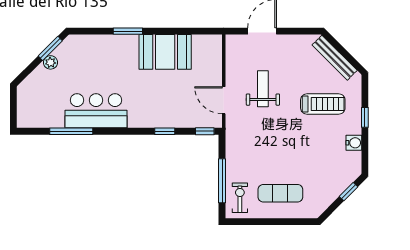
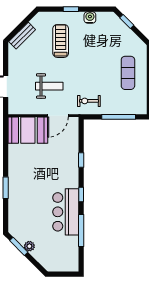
booth: (165, 52) -> (28, 130), moved, turned 90
bench: (335, 58) -> (22, 36), width x0.73
weight bench: (263, 89) -> (49, 86), turned 180
window: (205, 131) -> (81, 195), moved
exercise bike: (240, 198) -> (89, 101), moved

